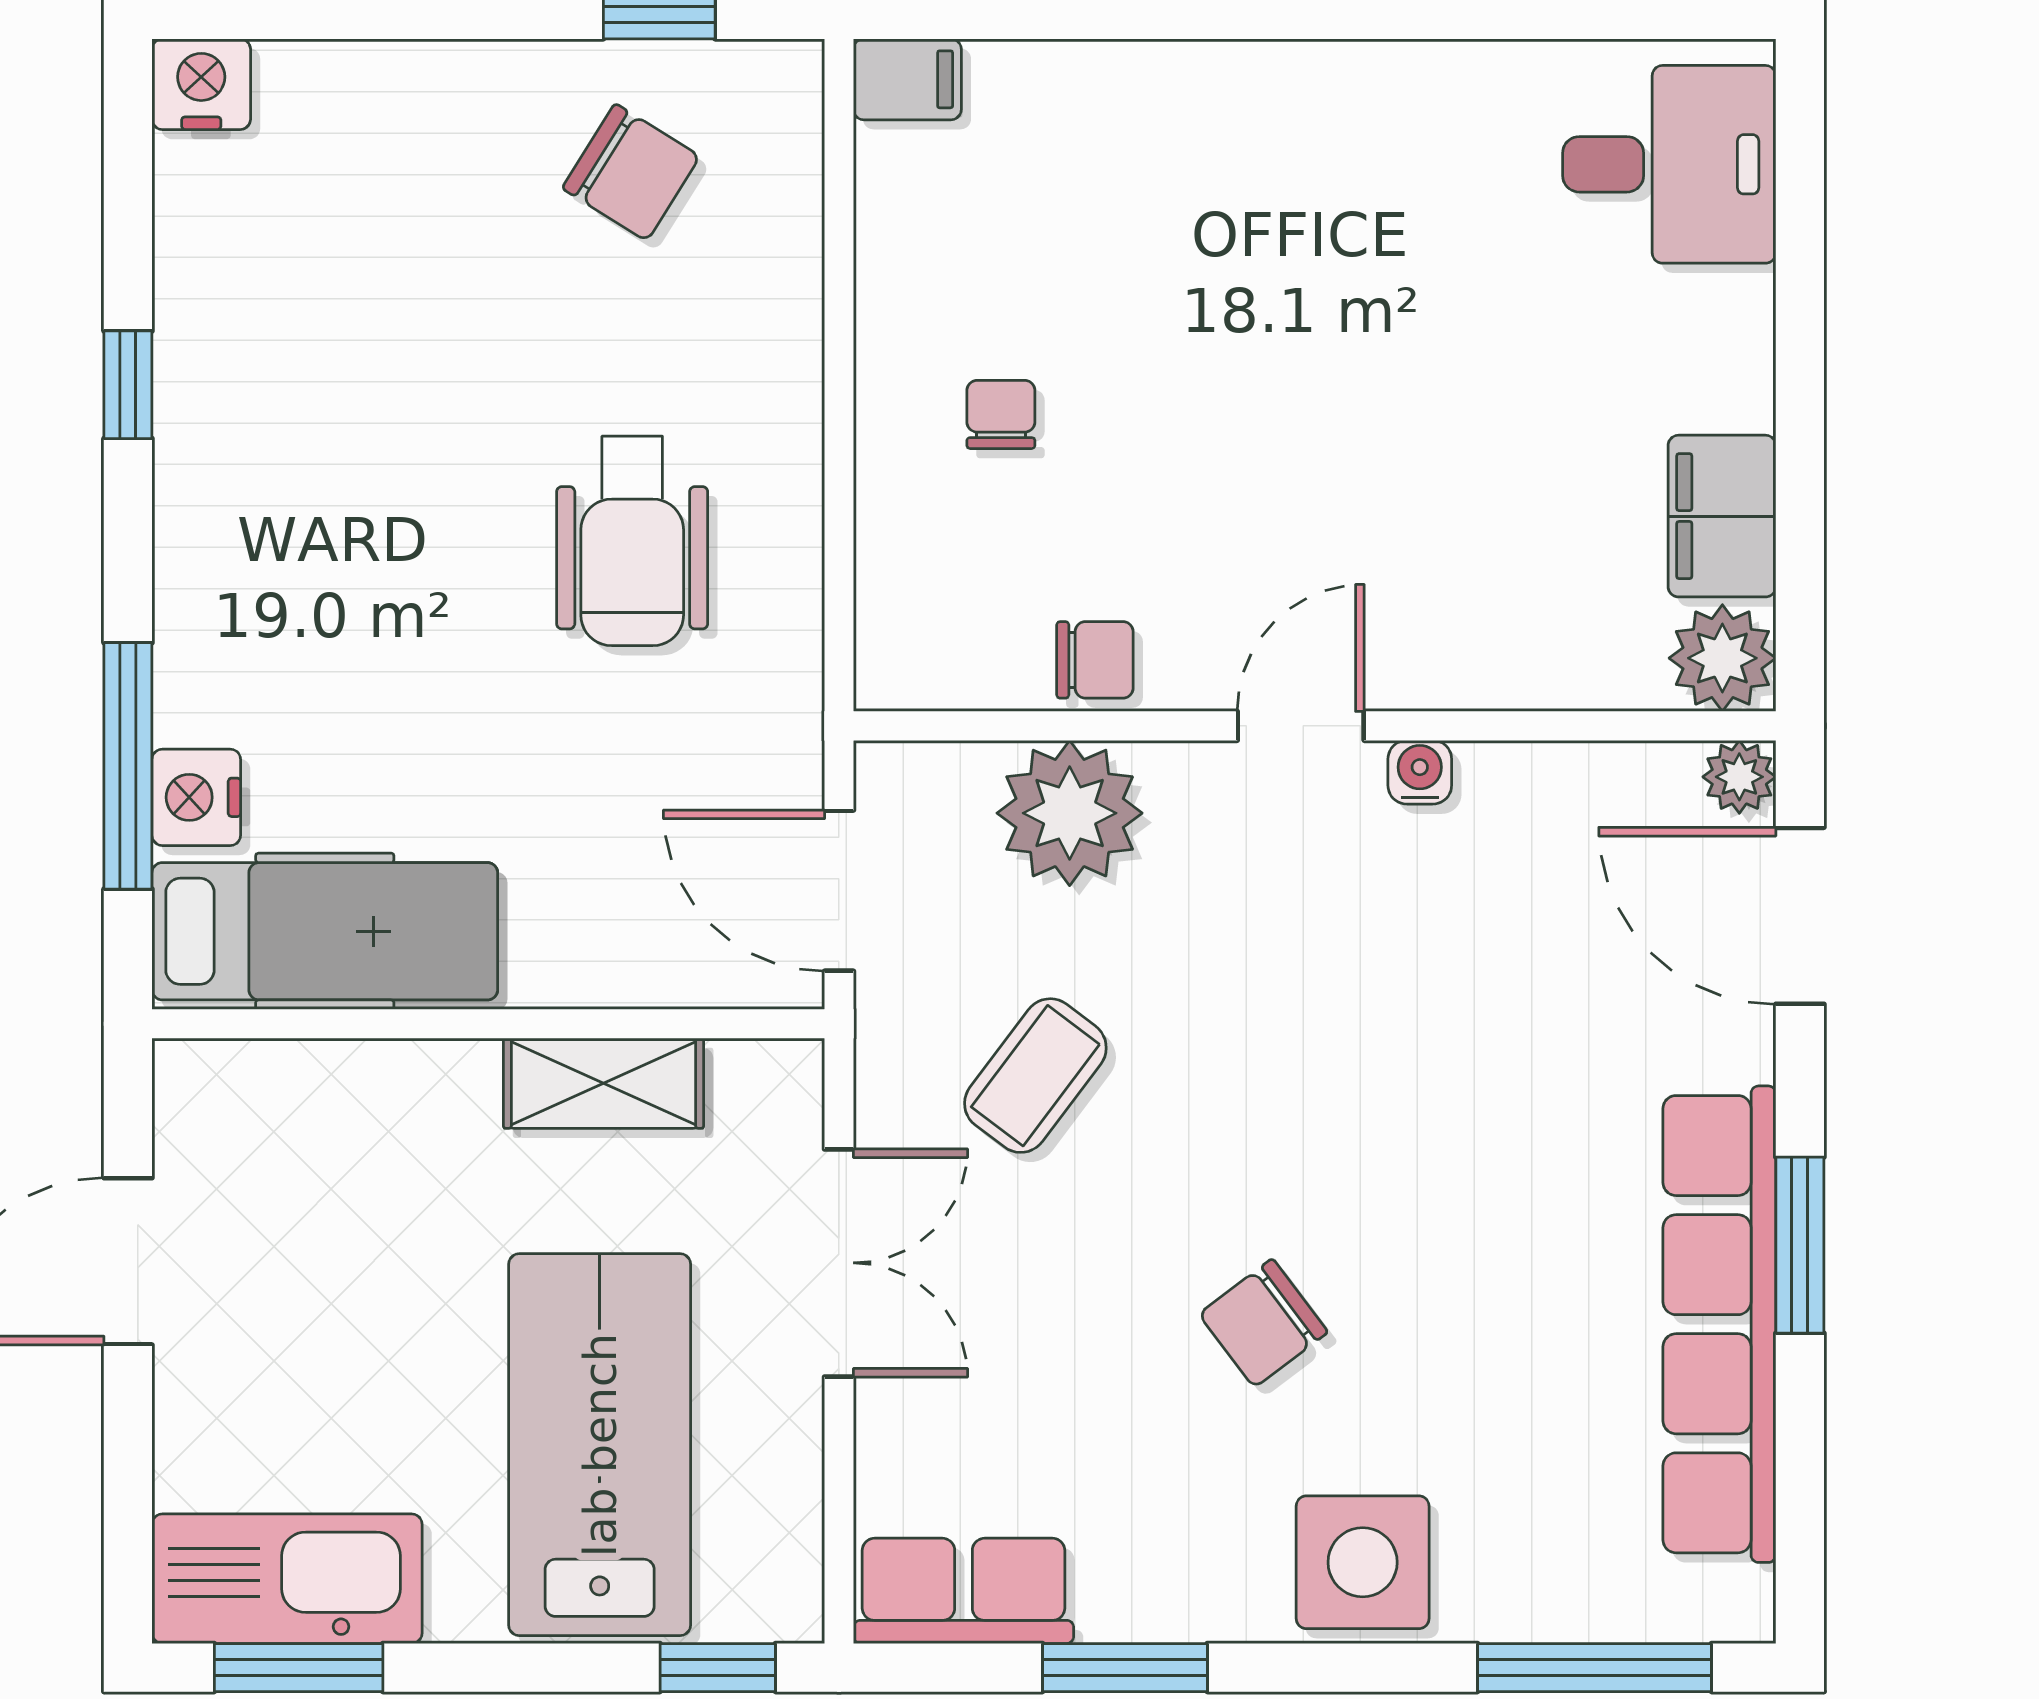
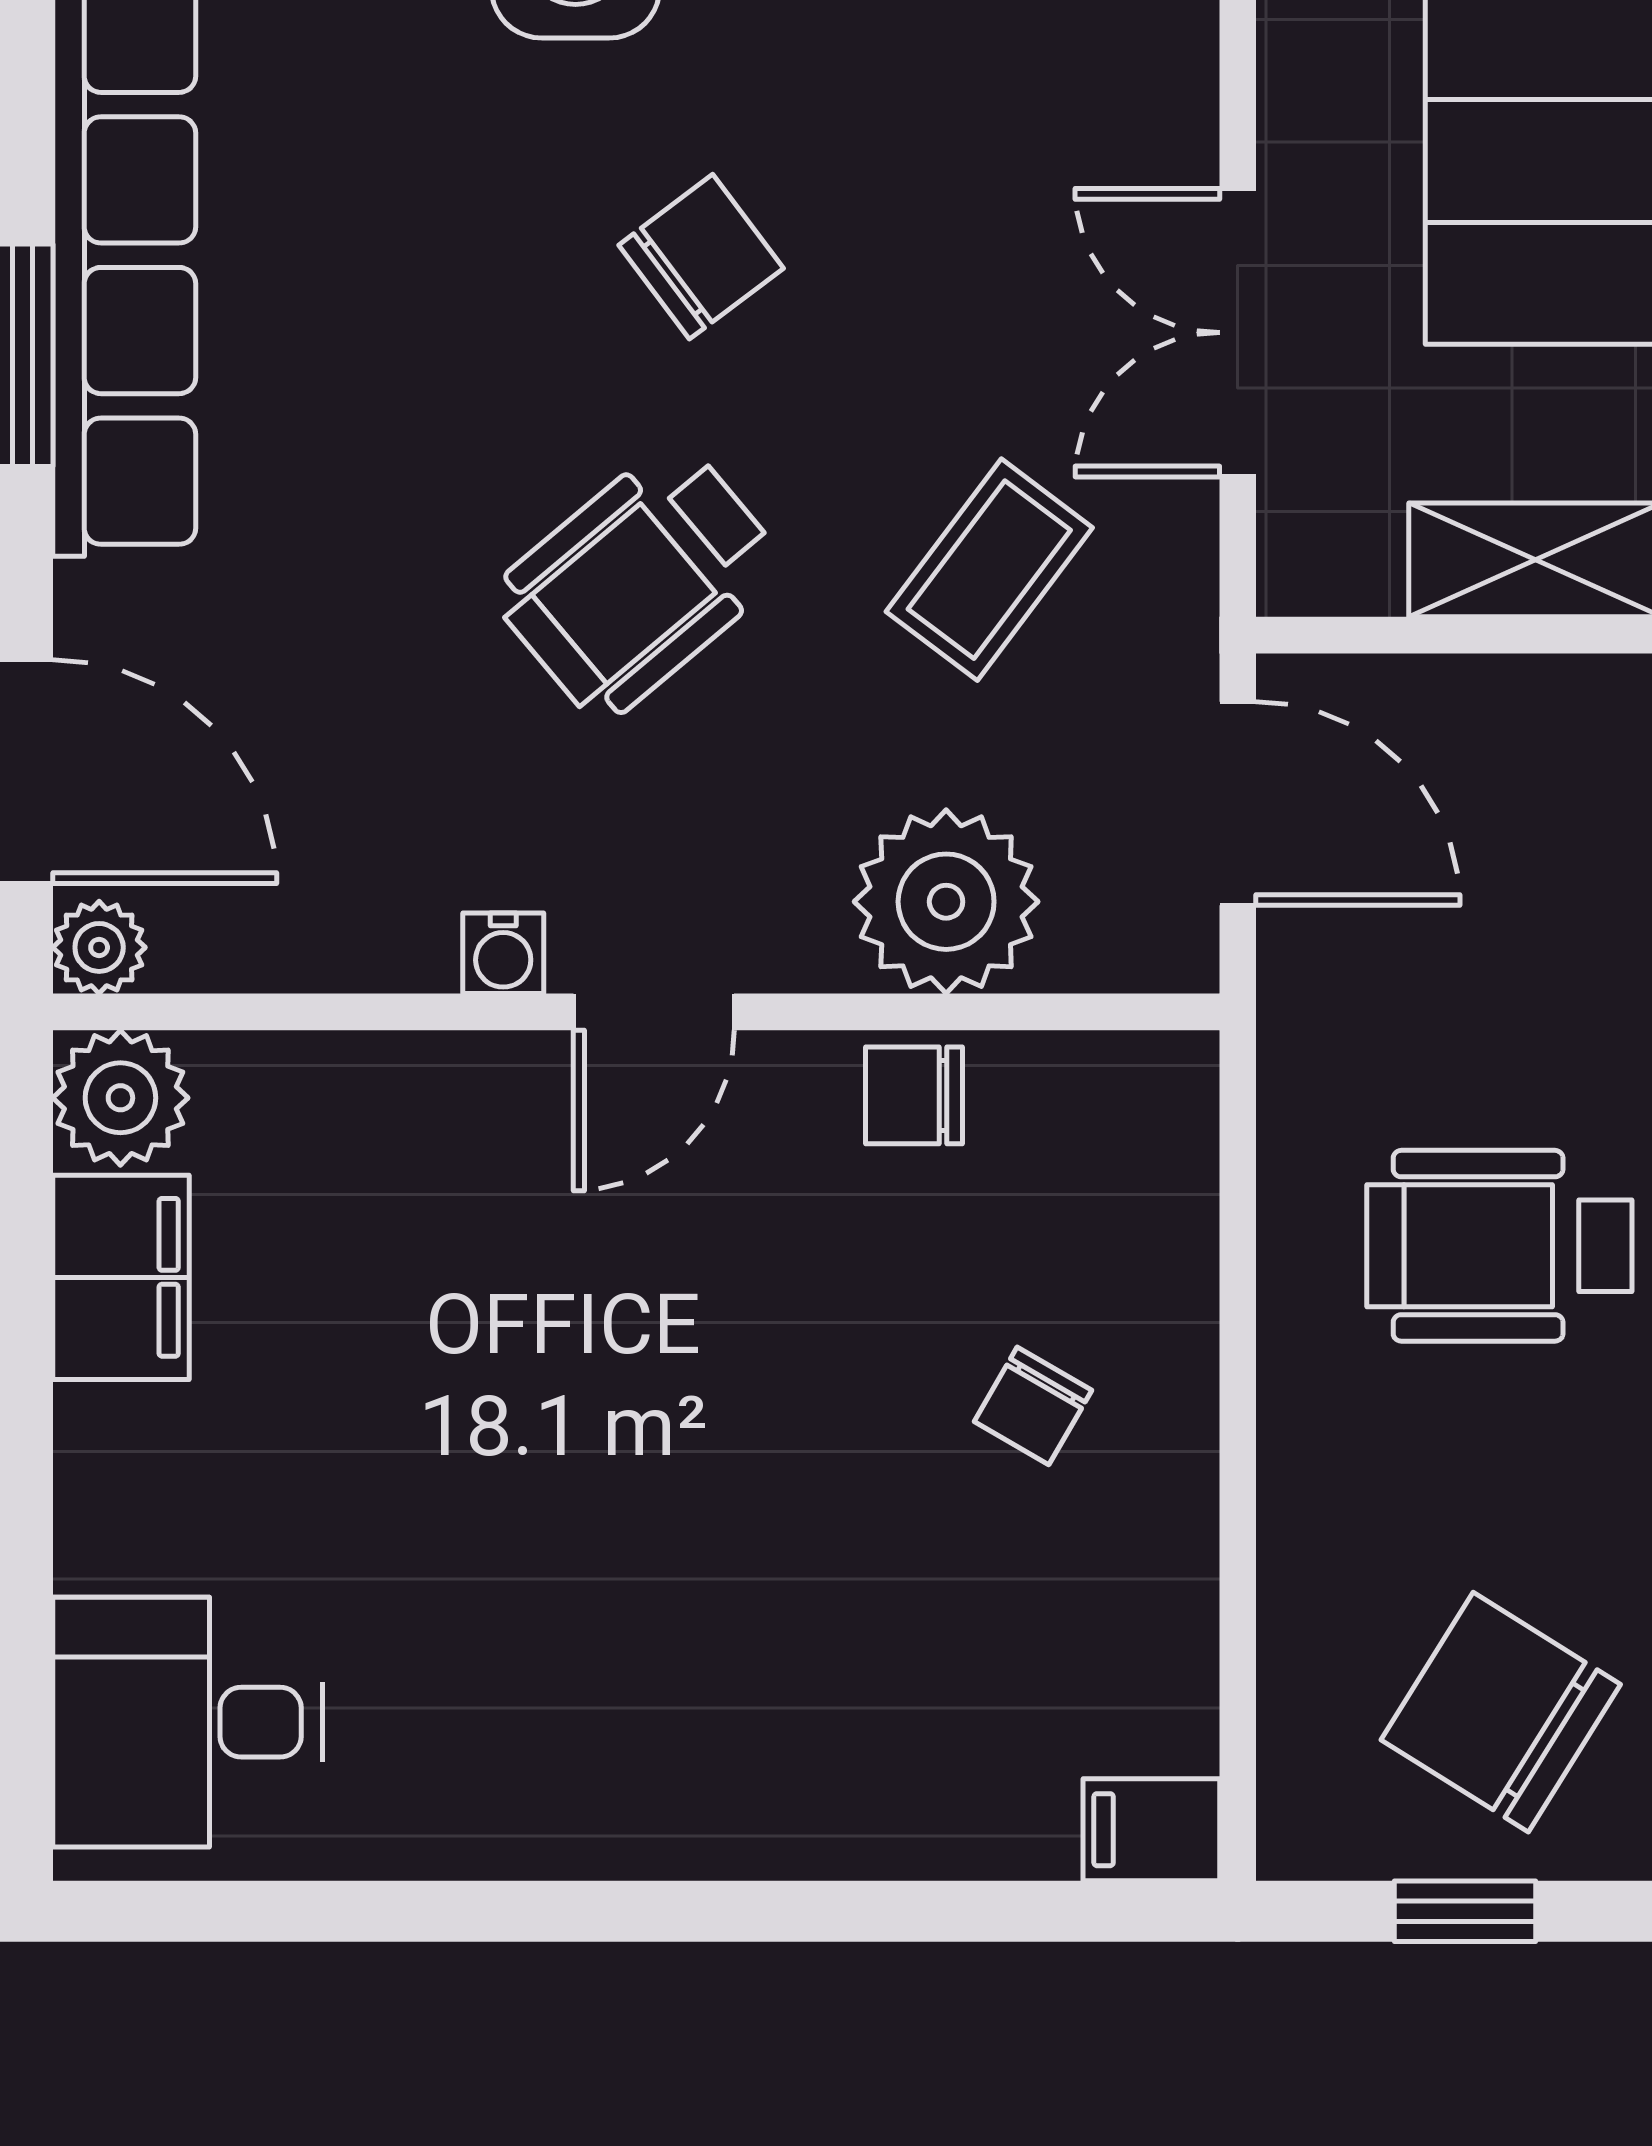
chair: (631, 172) -> (1501, 1712), width x1.37, depth x1.37
chair: (1001, 414) -> (1033, 1406), turned 30
wheelchair: (632, 541) -> (1499, 1246), turned -90
wheelchair: (1312, 1067) -> (639, 581), added

